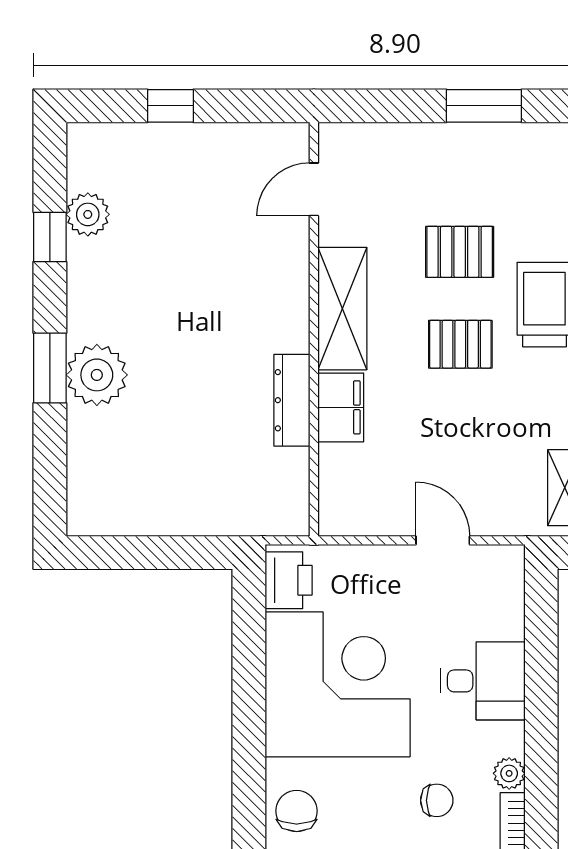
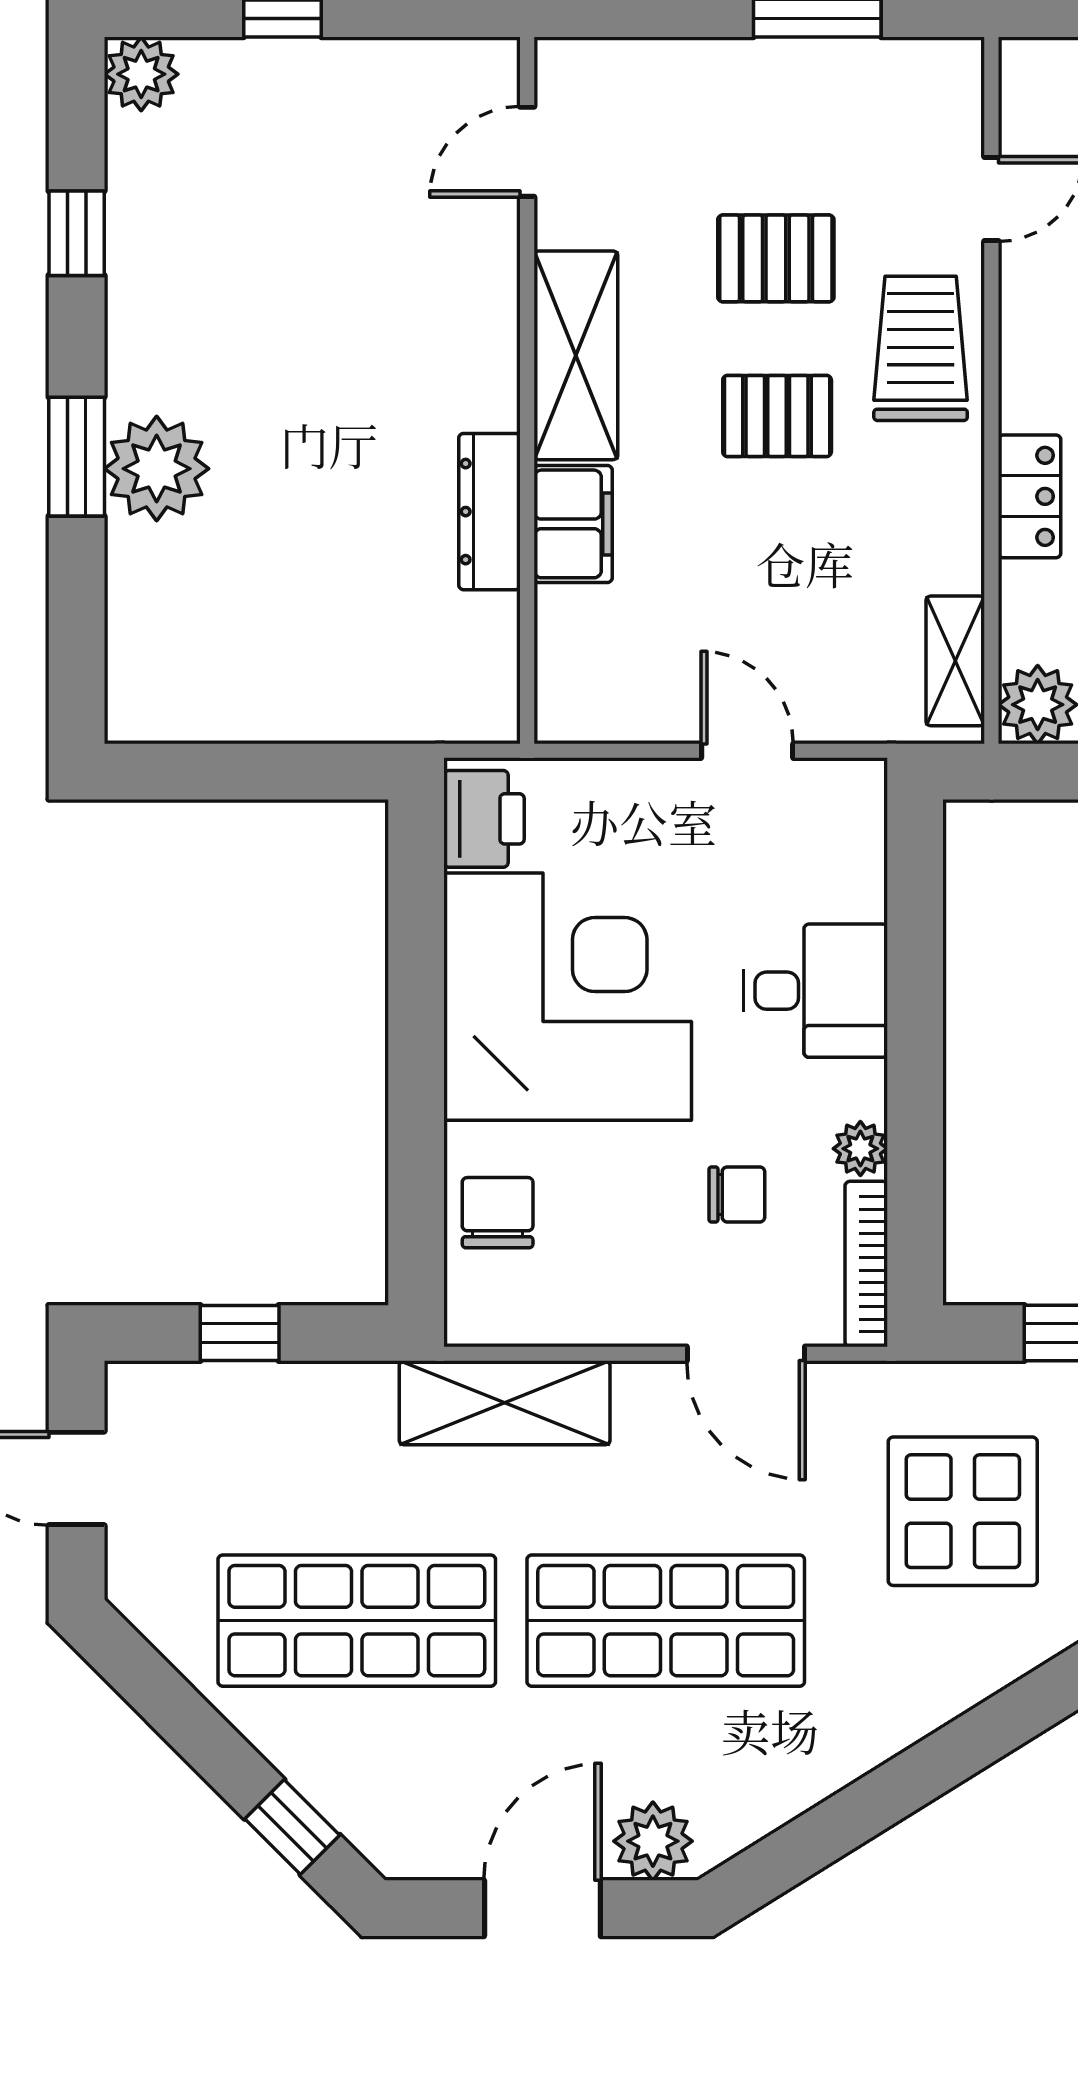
plant: (88, 214) -> (141, 74), moved

